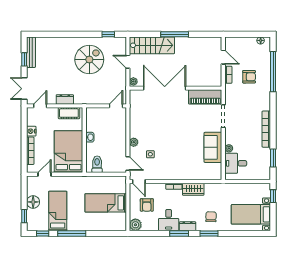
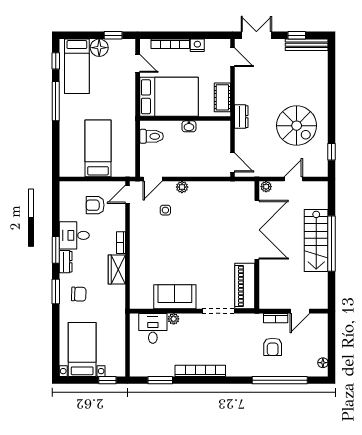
window: (175, 34) -> (332, 244), width x1.46
stairs: (152, 45) -> (316, 241), moved
dresser: (65, 99) -> (241, 117), moved
bed: (58, 211) -> (77, 66), moved, turned 90
window: (24, 216) -> (113, 35), moved
plant: (135, 225) -> (68, 189), removed

